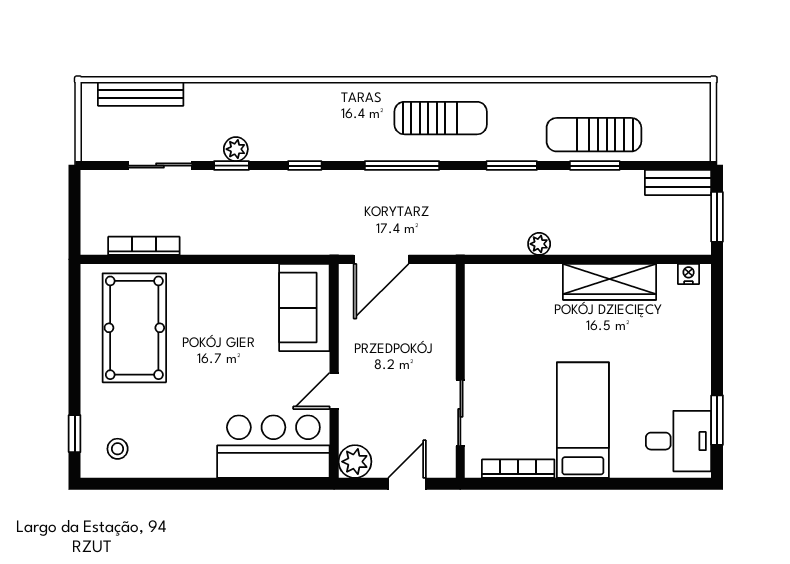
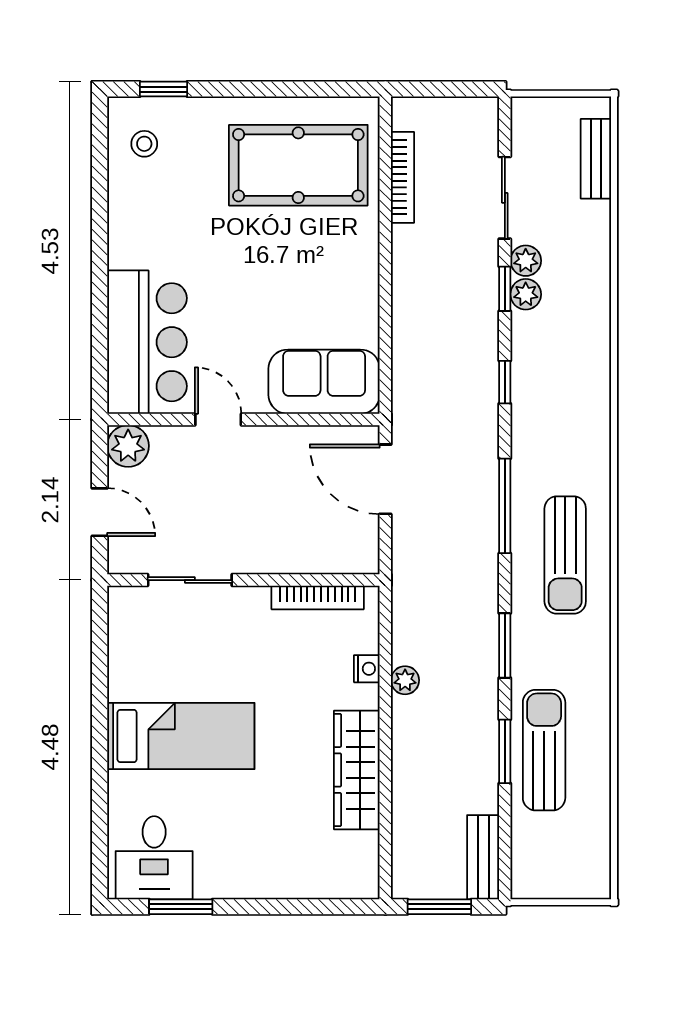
bench: (141, 94) -> (596, 159), width x0.73
plant: (209, 149) -> (526, 261), added
nightstand: (689, 274) -> (367, 669), moved
bookcase: (518, 469) -> (318, 597), moved, turned 90

